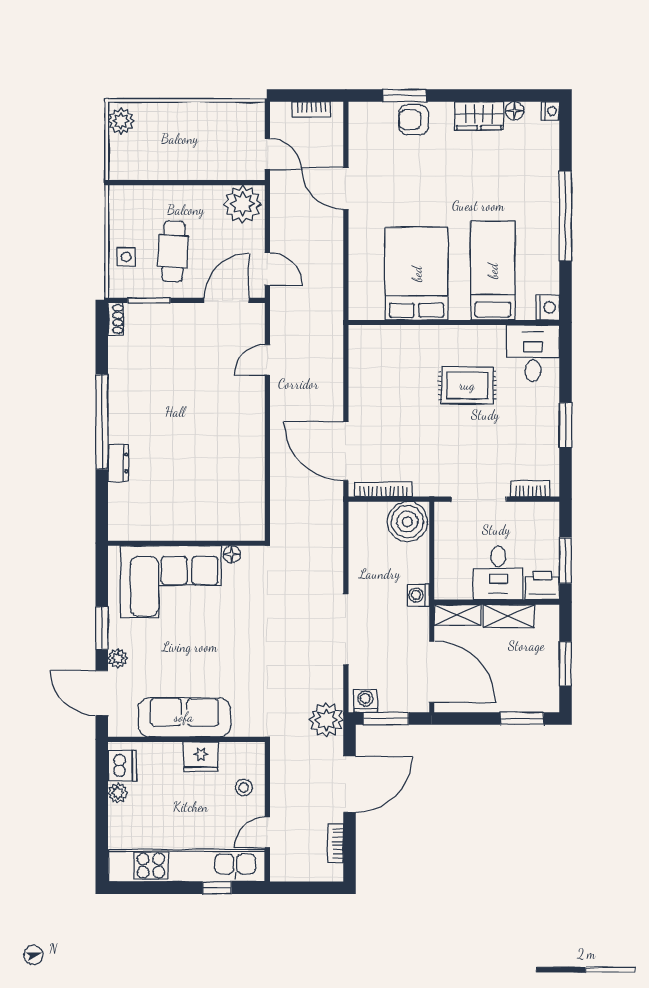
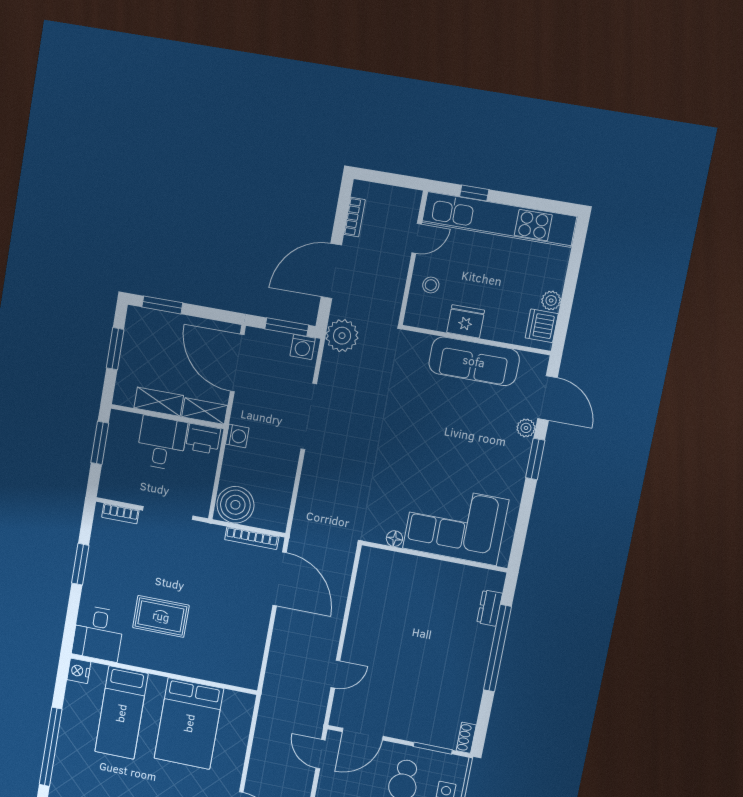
wall: (186, 543) -> (434, 557), moved
floor lamp: (232, 554) -> (394, 539), moved
corner sofa: (171, 582) -> (456, 524), moved
printer: (542, 585) -> (203, 439), moved

